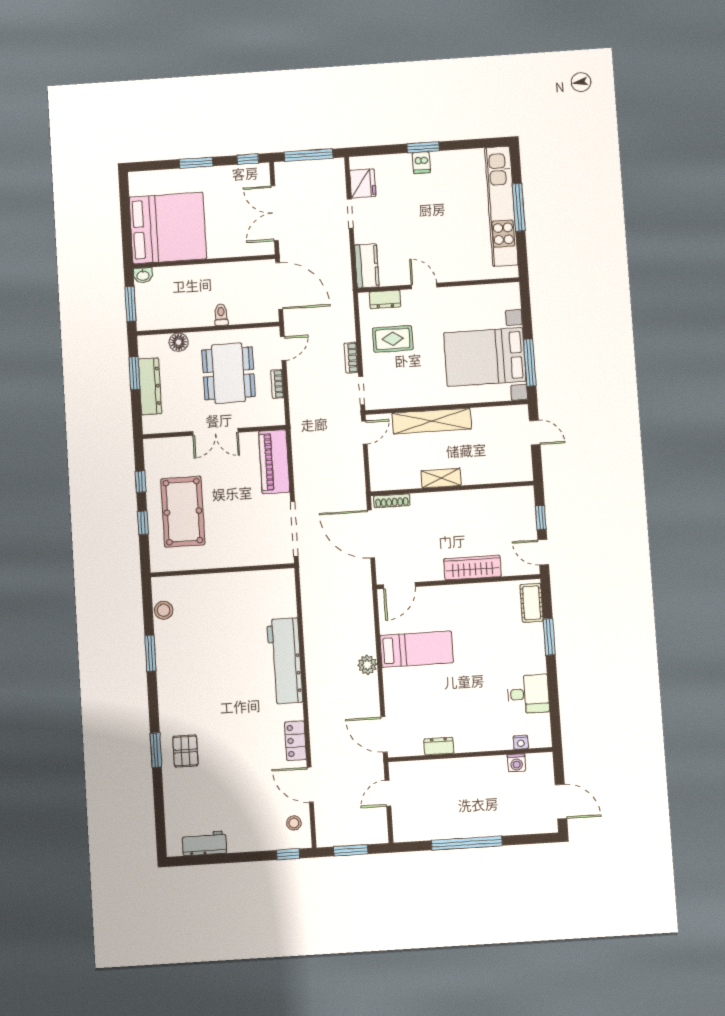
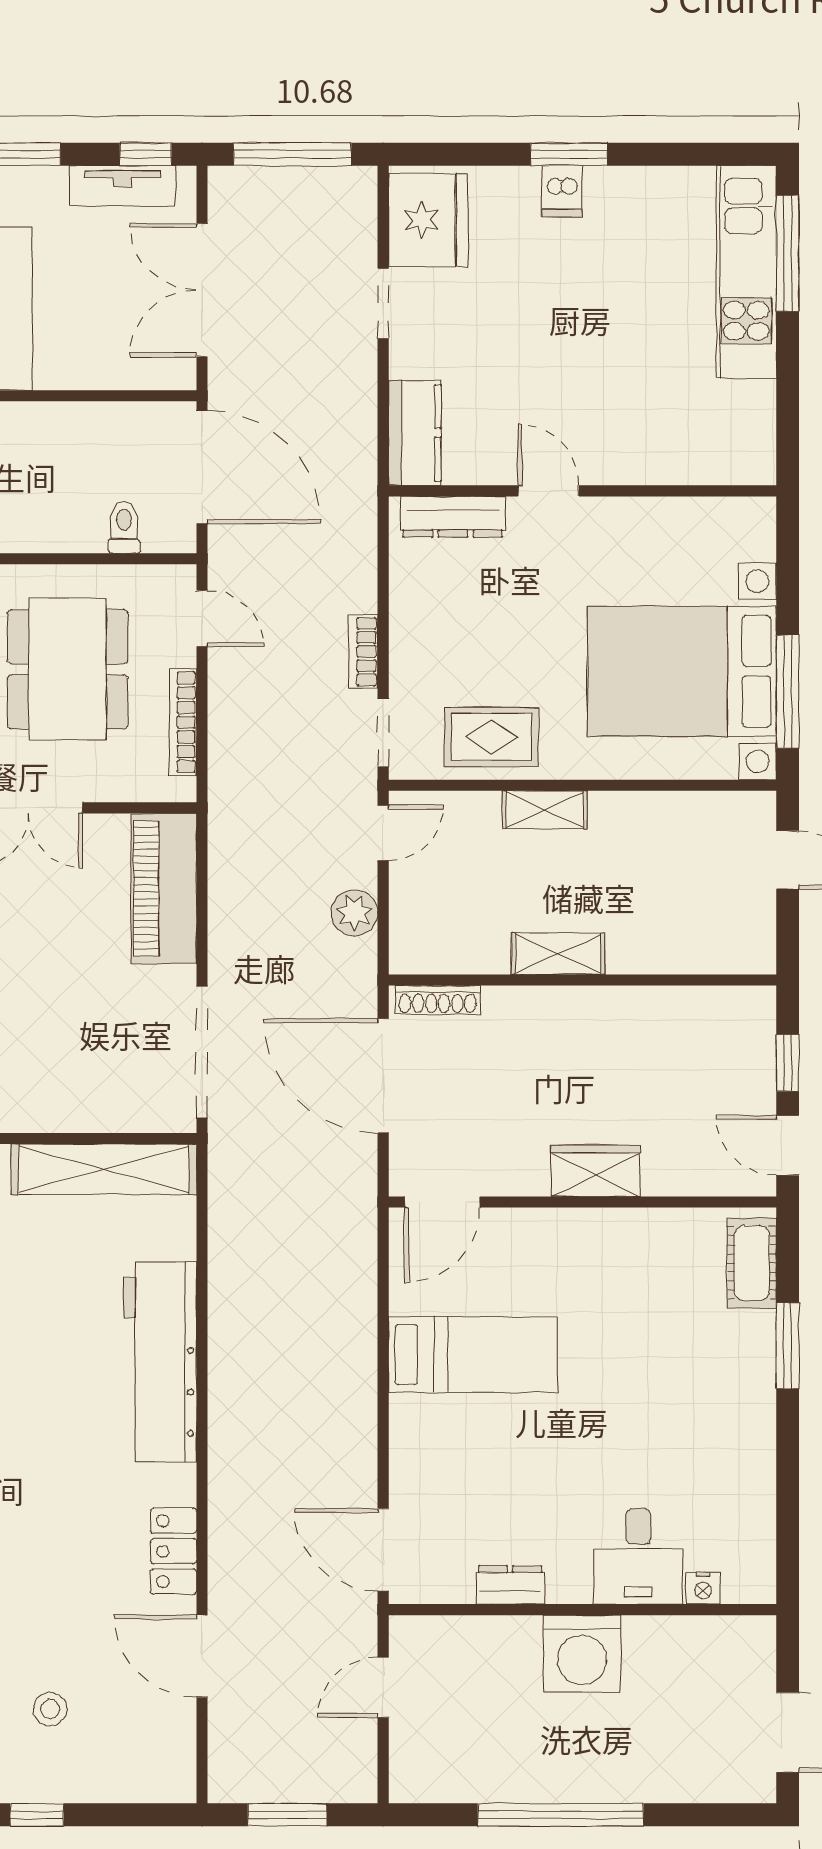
tv unit: (239, 173) -> (123, 186), added
fridge: (363, 183) -> (428, 220), width x1.36, depth x1.34
kitchen unit: (501, 206) -> (746, 272), width x0.73
window: (519, 207) -> (788, 253), moved
dresser: (385, 299) -> (453, 517), width x1.44
toilet: (221, 315) -> (124, 527), moved
rug: (393, 339) -> (492, 737), moved
door: (283, 348) -> (202, 619), hinge flipped
bookcase: (277, 384) -> (183, 722), width x1.56
shelving: (432, 421) -> (545, 810), width x0.45, depth x0.75
wardrobe: (472, 568) -> (596, 1171), width x0.67
shelving: (256, 581) -> (104, 1169), added
plant: (367, 665) -> (355, 913), moved
desk: (528, 694) -> (638, 1556), moved, turned 90
washing machine: (516, 763) -> (582, 1654), moved, width x1.89, depth x1.89
stool: (294, 823) -> (50, 1709), moved
window: (288, 854) -> (37, 1815), moved

